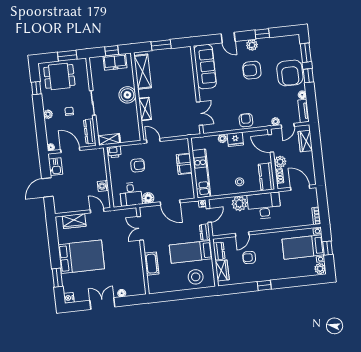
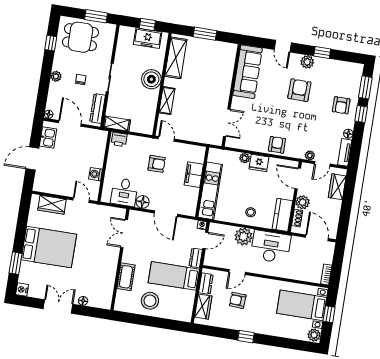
armchair: (252, 70) -> (299, 90), turned 91
armchair: (290, 73) -> (341, 105), width x0.53, depth x0.53
armchair: (138, 165) -> (157, 164), moved
stool: (196, 277) -> (150, 301), moved

